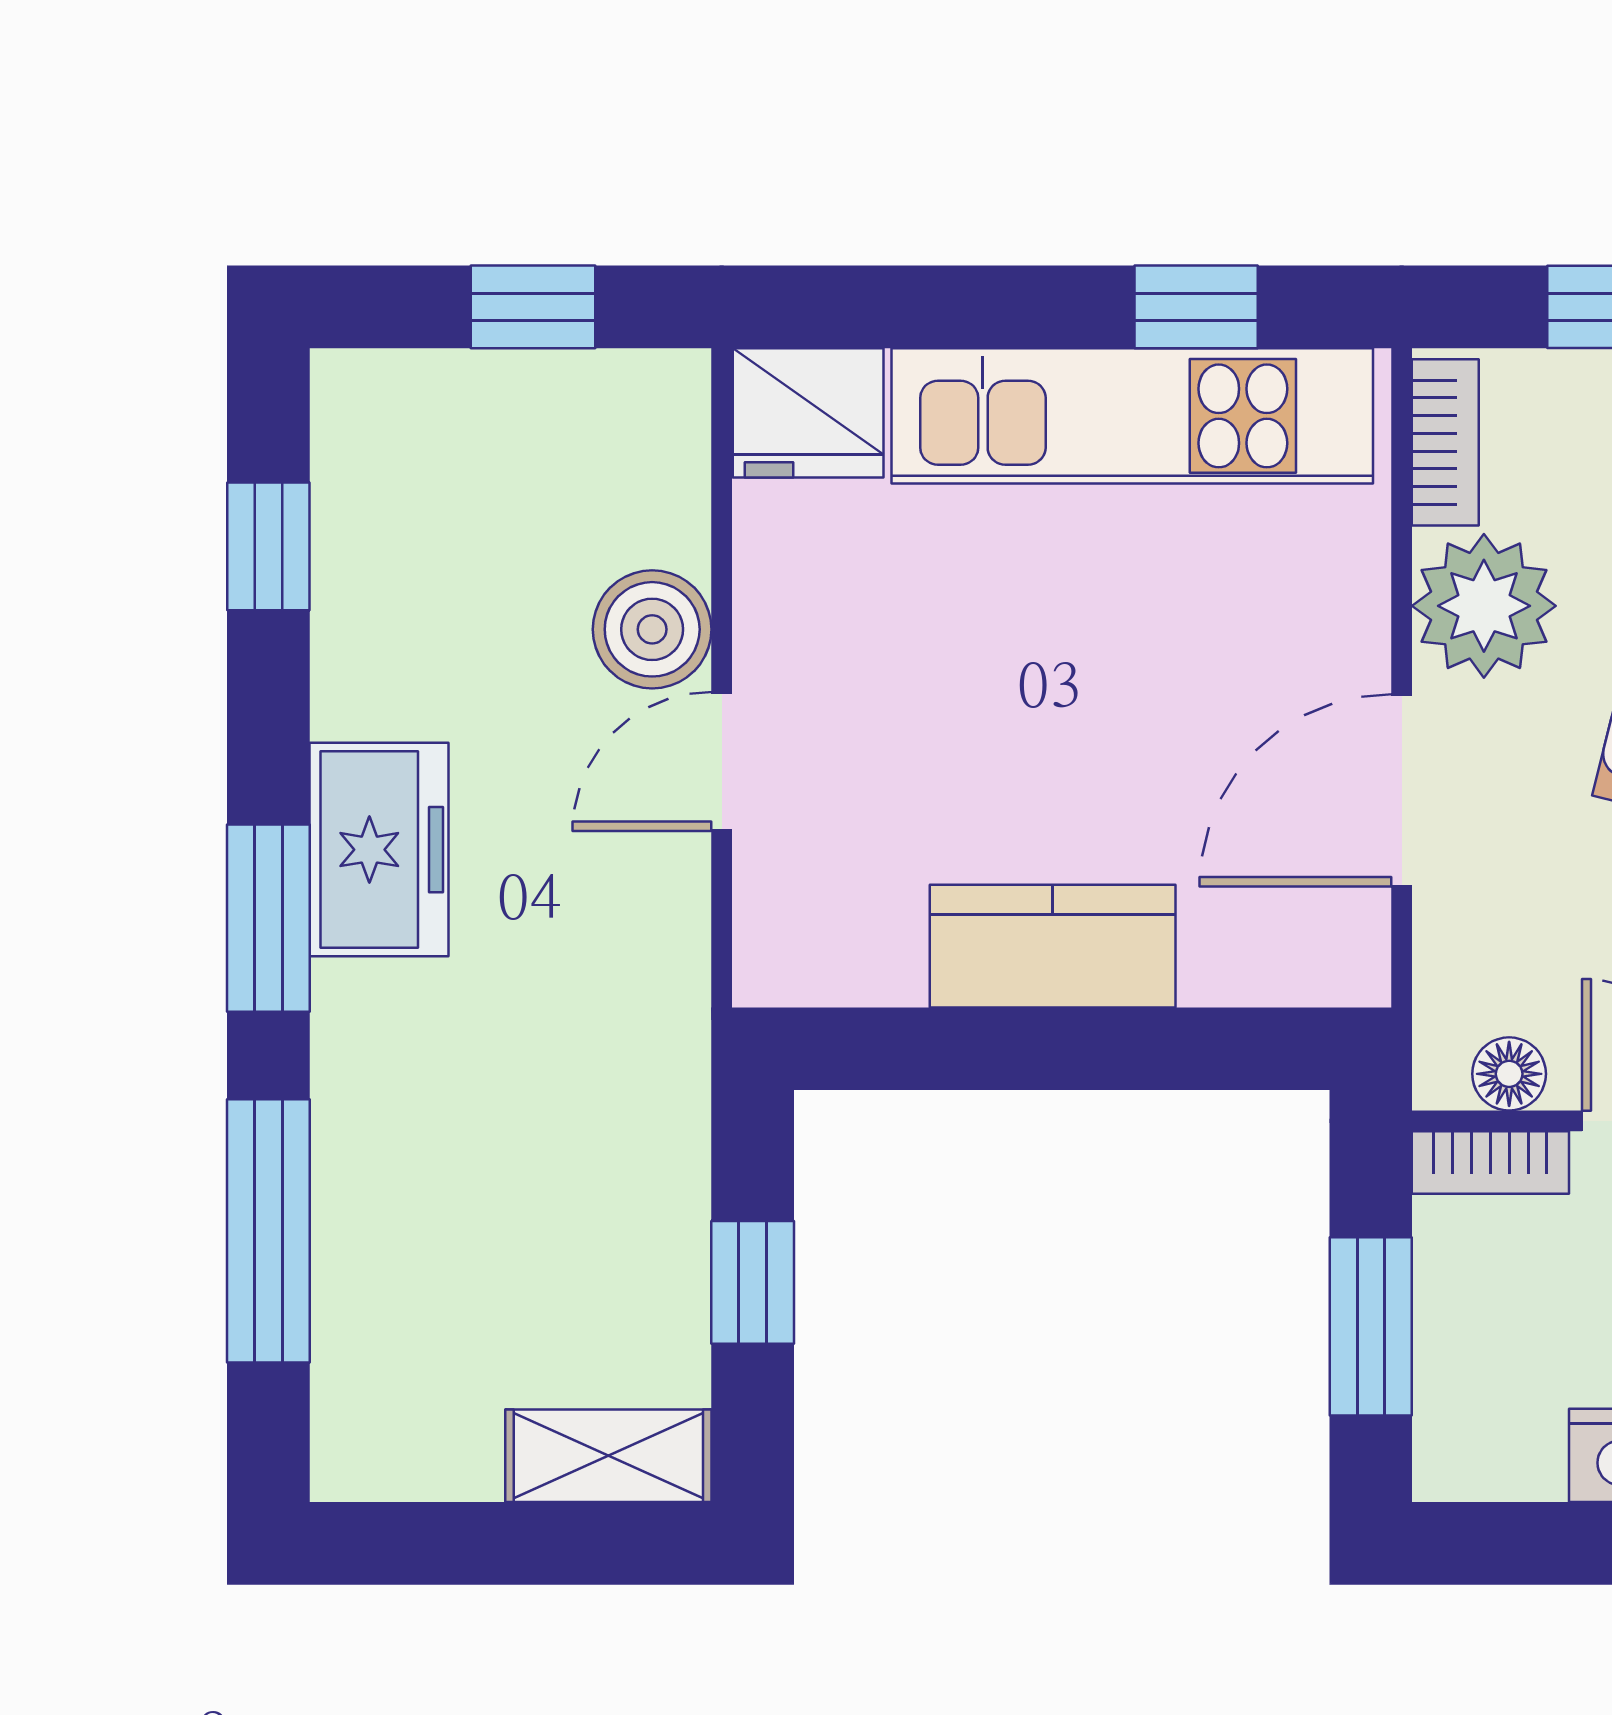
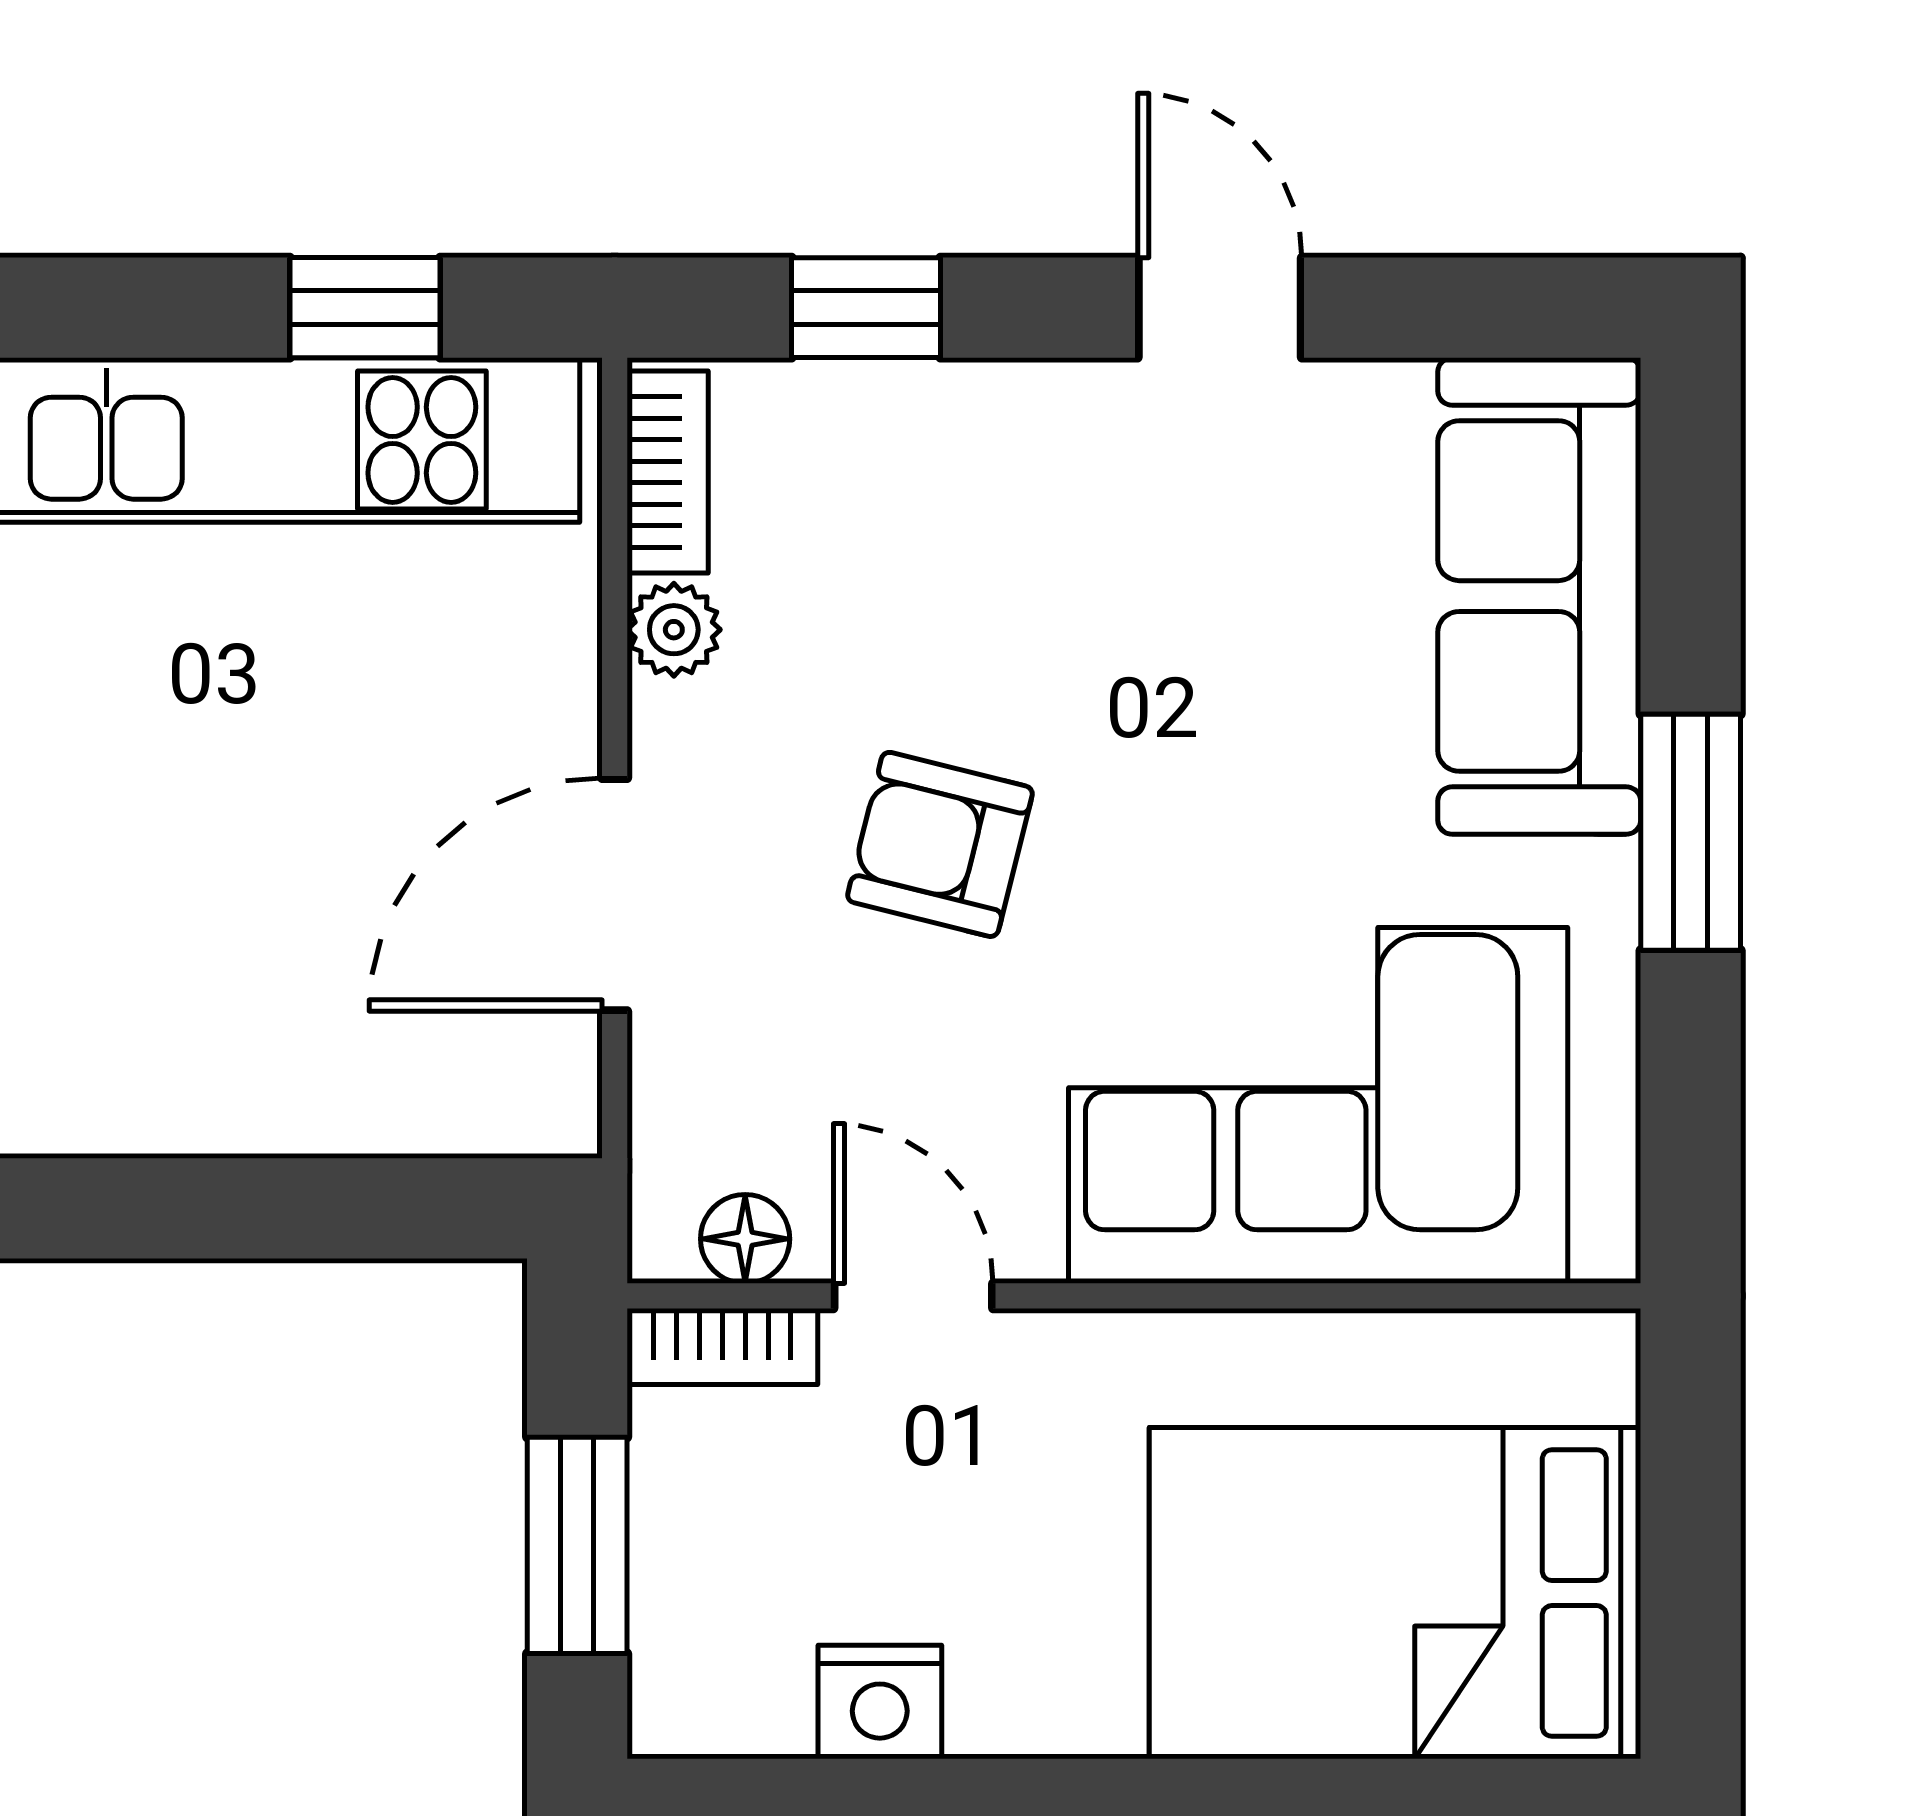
plant: (1484, 606) -> (674, 630), width x0.53, depth x0.53
kitchen counter: (1053, 946) -> (191, 1084), removed

